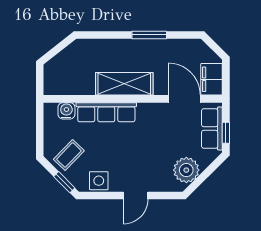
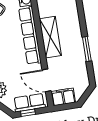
door: (184, 99) -> (47, 80), swing flipped
row of seats: (106, 112) -> (30, 36), width x1.36

